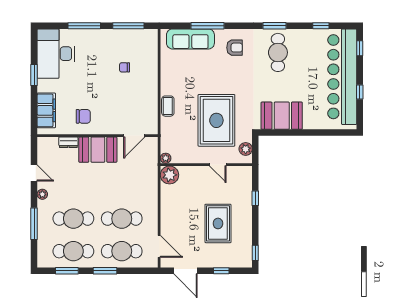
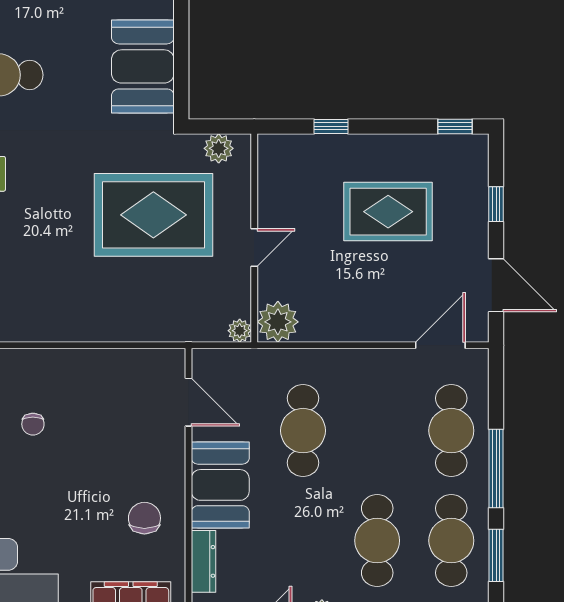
coffee table: (168, 106) -> (121, 326), removed
dresser: (68, 142) -> (203, 561), width x1.44
door: (218, 165) -> (254, 248), moved
cafe table: (122, 219) -> (303, 431), moved
window: (105, 271) -> (496, 469), width x1.44
door: (186, 271) -> (496, 285), hinge flipped

